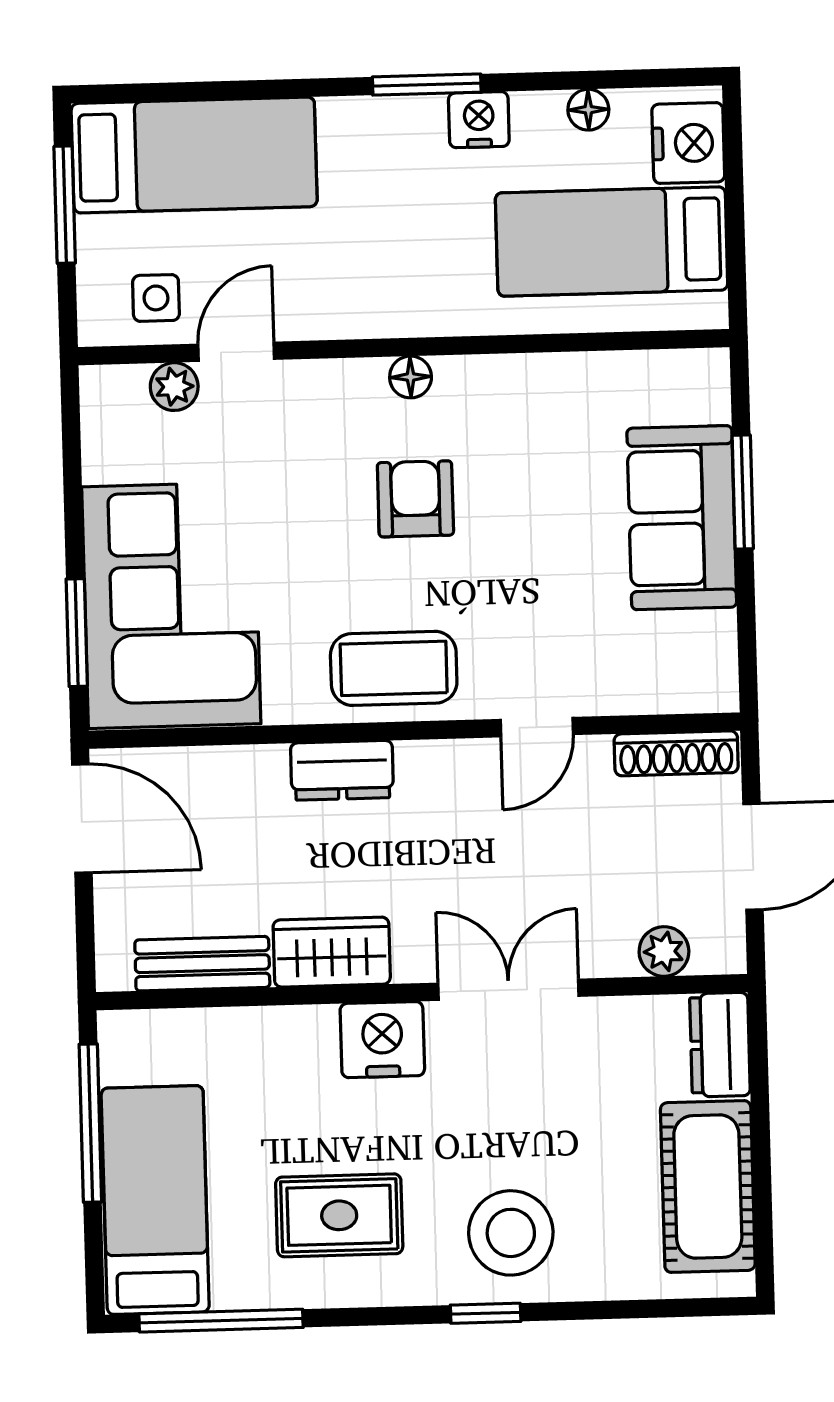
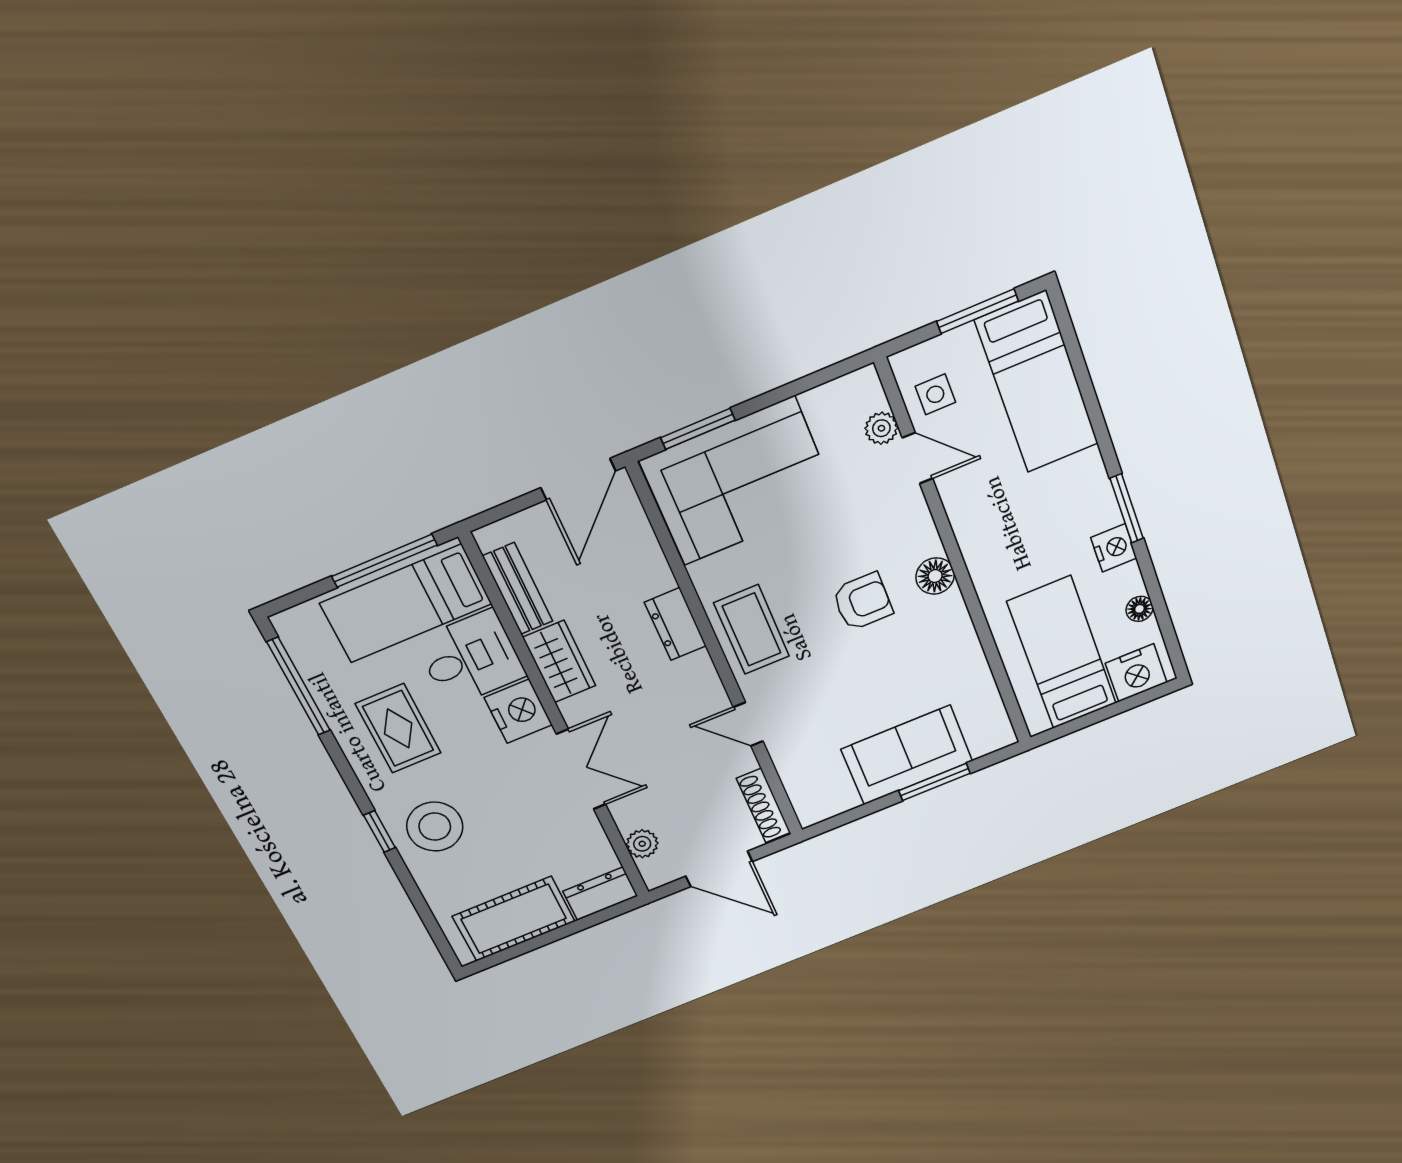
floor lamp: (411, 377) -> (935, 576), width x1.37, depth x1.37
desk: (277, 1070) -> (471, 658), added
bed: (155, 1200) -> (406, 603), moved, turned 180

